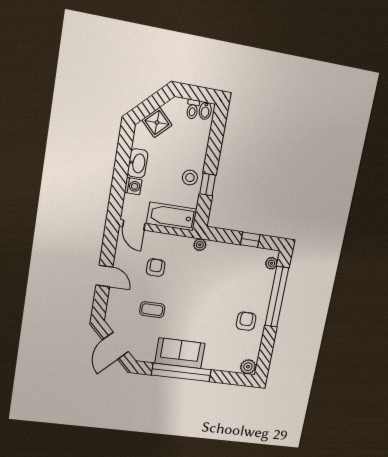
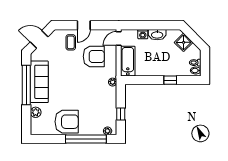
stool: (190, 178) -> (154, 68), removed
window: (208, 185) -> (170, 80), moved
armchair: (156, 268) -> (94, 56), width x1.88, depth x1.88
coffee table: (152, 310) -> (71, 42), moved
armchair: (246, 321) -> (67, 122), width x1.88, depth x1.88
sofa: (180, 353) -> (39, 82), width x1.36
plant: (248, 367) -> (36, 112), moved

